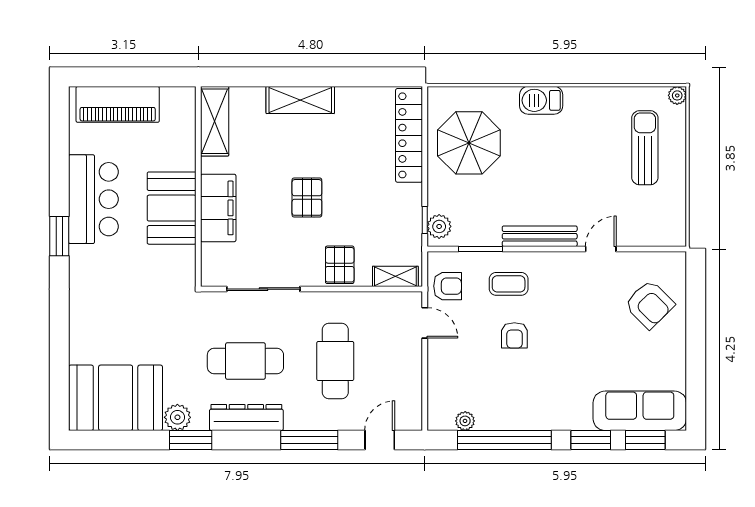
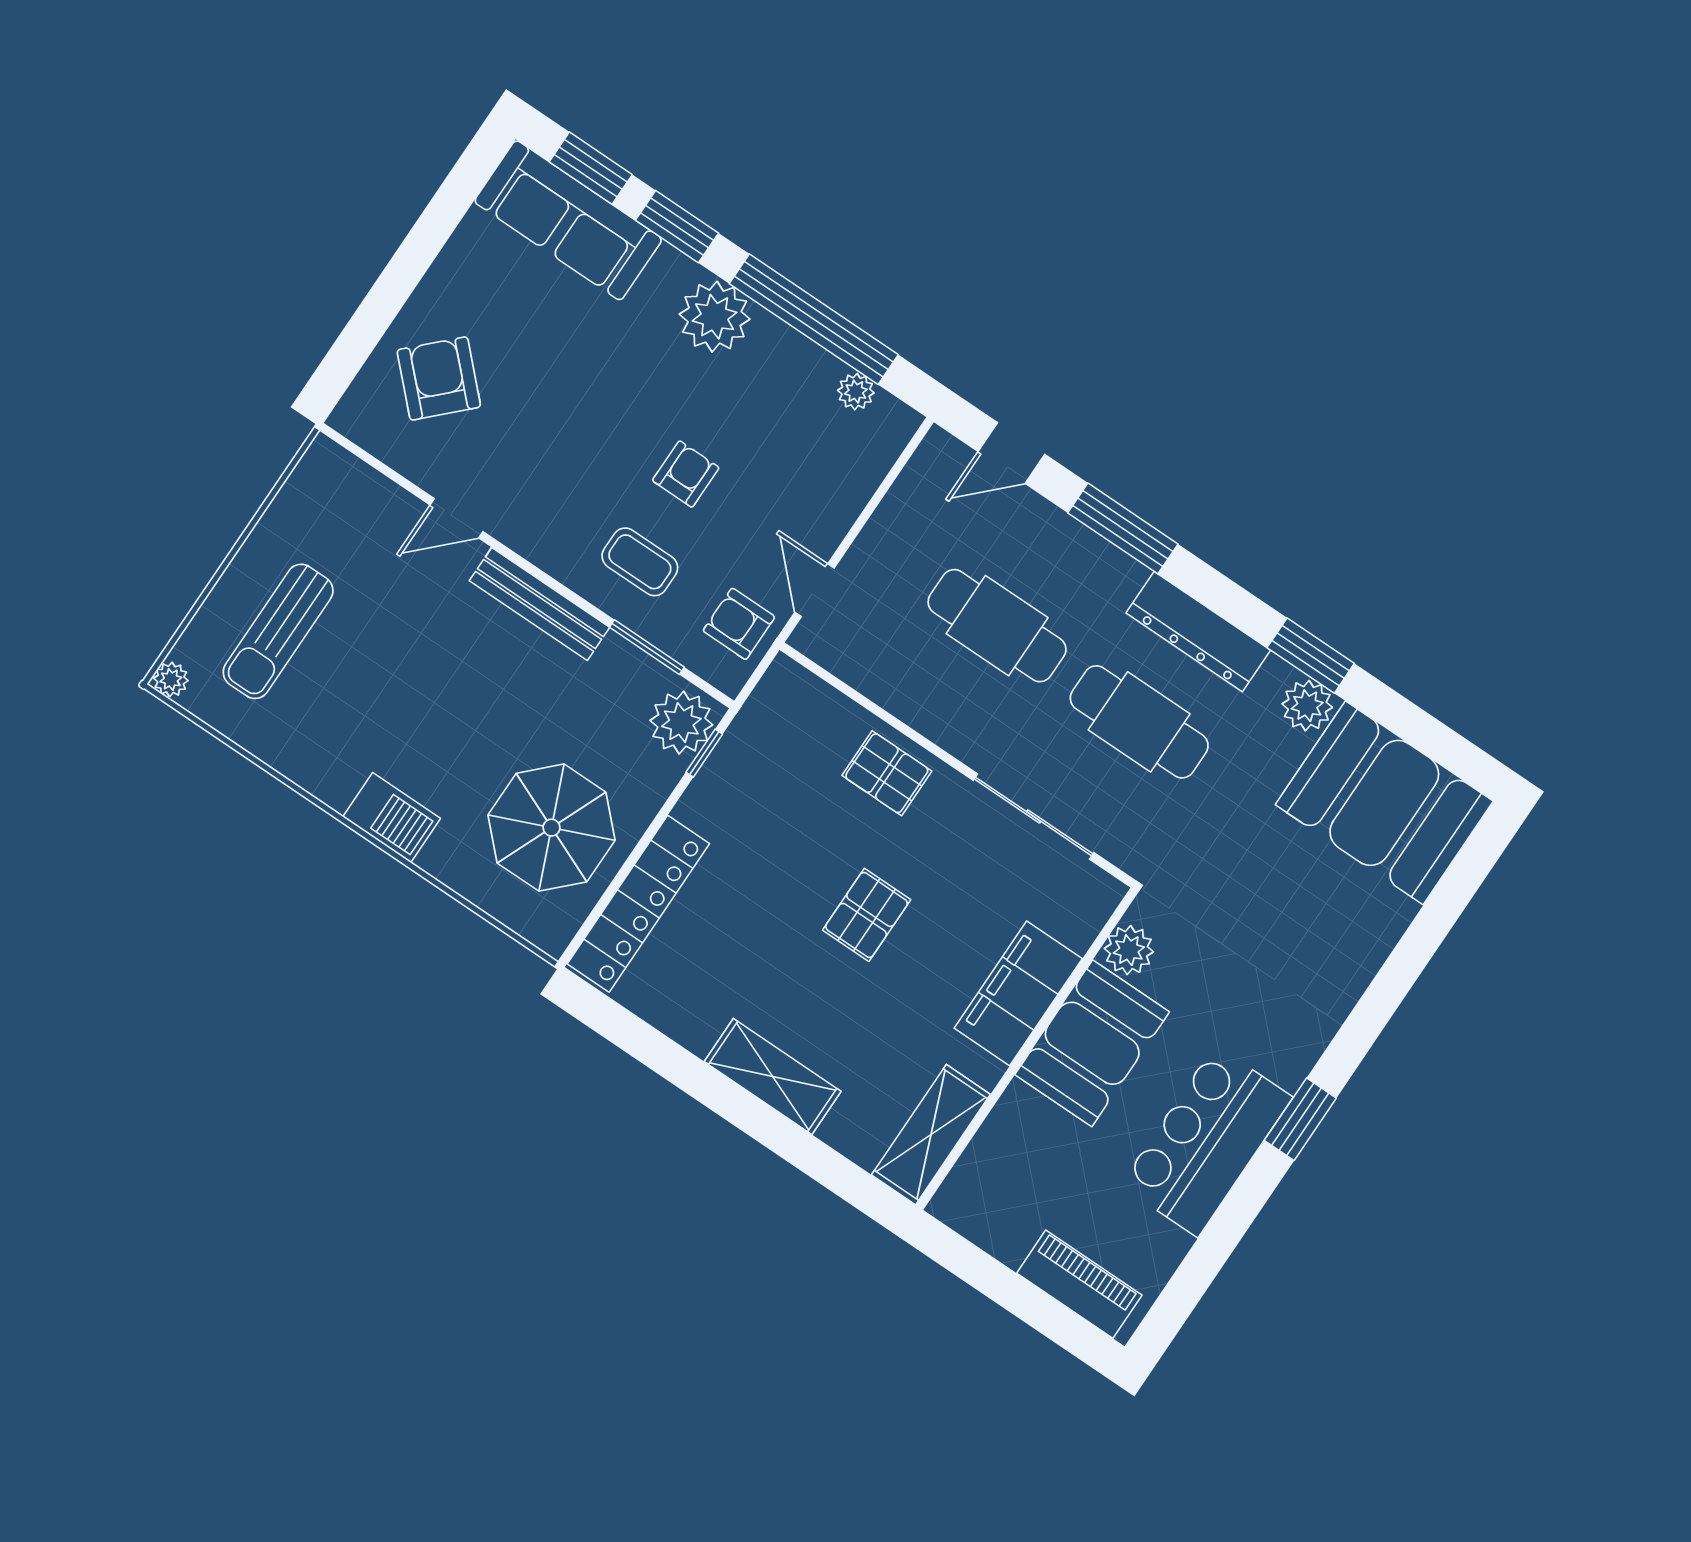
piano: (118, 104) -> (1079, 1284), width x0.73, depth x0.75
plant: (439, 226) -> (681, 723), width x1.36, depth x1.36
plant: (183, 259) -> (1129, 950), added
pallet: (340, 265) -> (887, 773), turned 90
shelving: (395, 276) -> (811, 695), removed
cafe table: (335, 361) -> (997, 626), turned 90
plant: (548, 412) -> (715, 317), added

